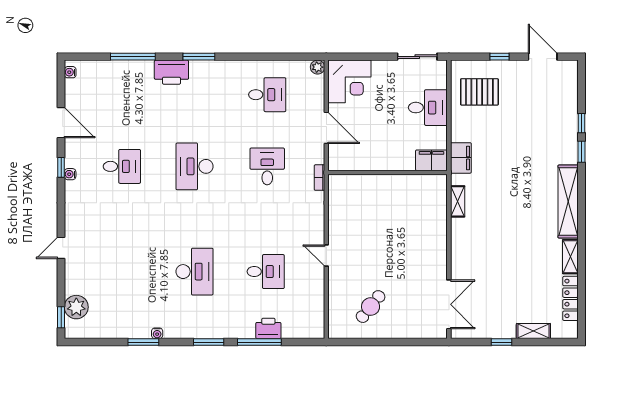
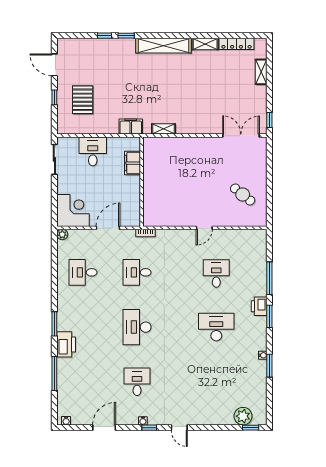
door: (543, 57) -> (54, 65), hinge flipped
pallet: (479, 92) -> (83, 100), moved
desk: (267, 95) -> (83, 272), turned -90
filing cabinet: (431, 160) -> (132, 163), moved
desk: (195, 166) -> (137, 327), turned 90
window: (61, 167) -> (149, 428), moved
door: (61, 248) -> (179, 428), moved
printer: (268, 328) -> (259, 306), moved
window: (502, 342) -> (269, 120), moved

